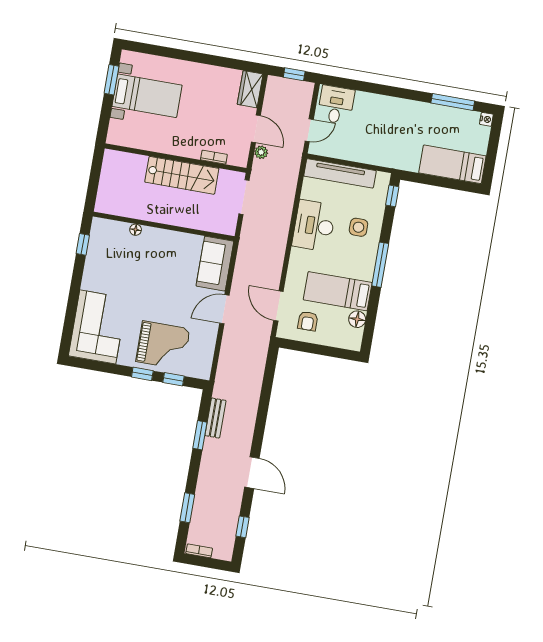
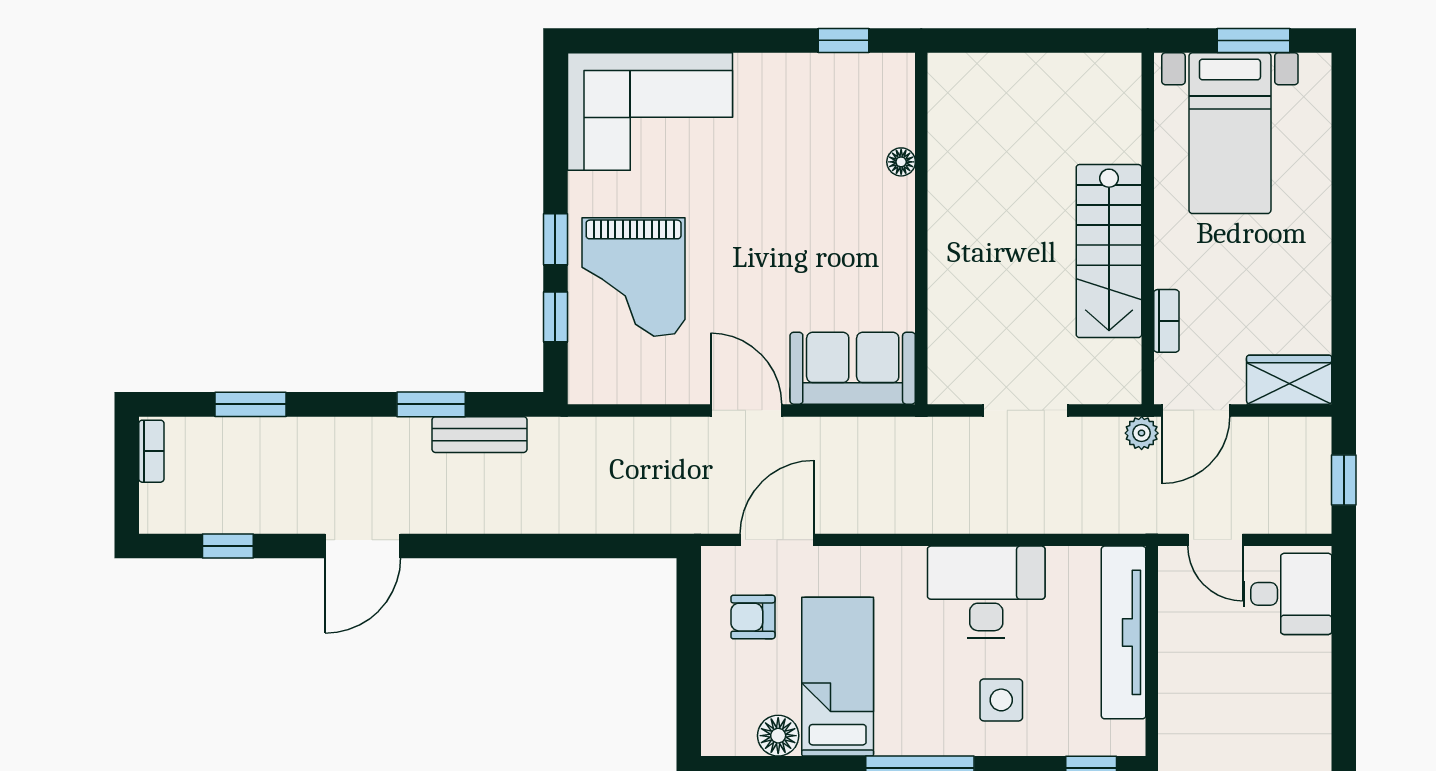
bookcase: (214, 157) -> (1166, 321), moved
wall: (176, 158) -> (1148, 228), moved
stairs: (182, 175) -> (1109, 251), moved

